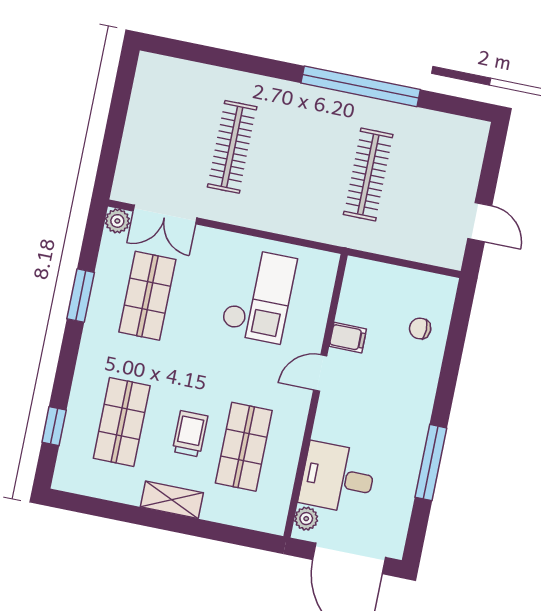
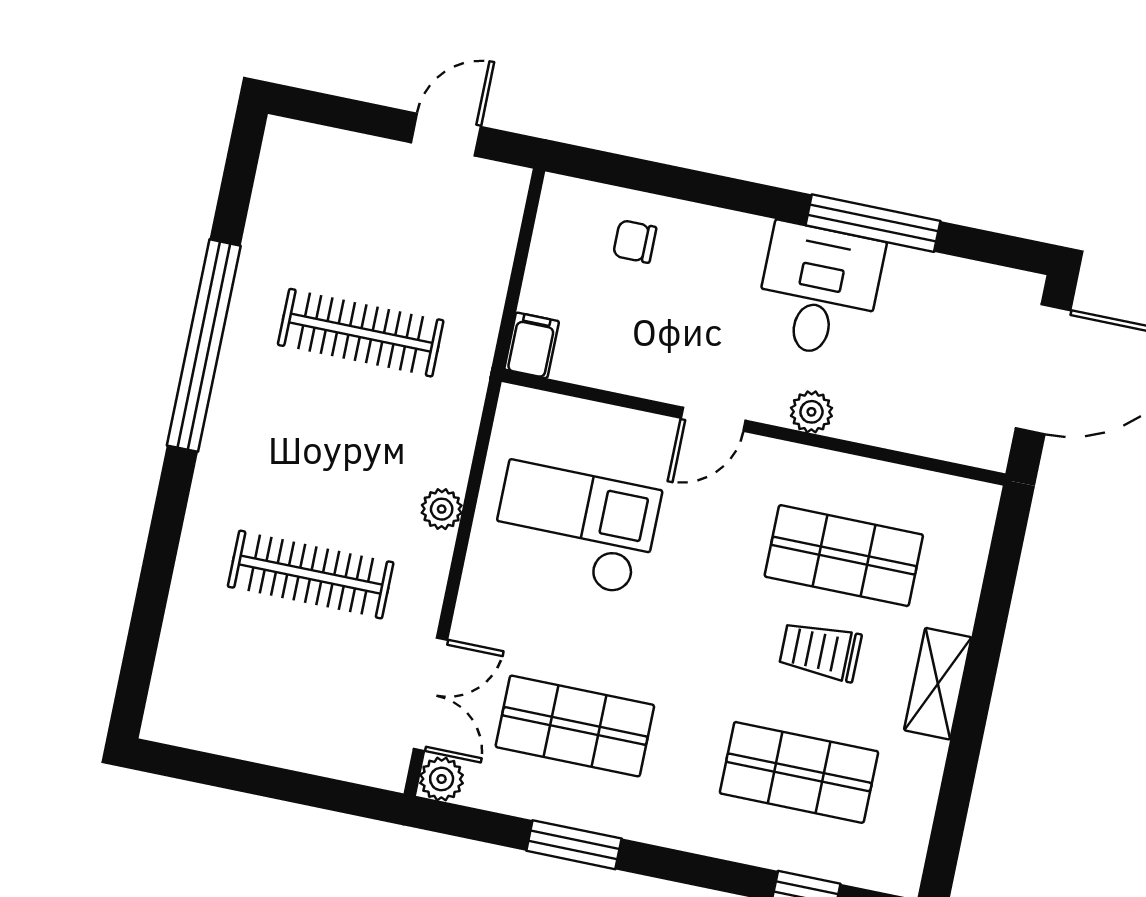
plant: (269, 220) -> (442, 509), added
chair: (420, 328) -> (635, 241), turned 90
filing cabinet: (348, 338) -> (532, 345), moved
door: (320, 373) -> (713, 419), hinge flipped
desk: (338, 478) -> (819, 291), moved, turned 180
plant: (306, 519) -> (811, 412), moved

